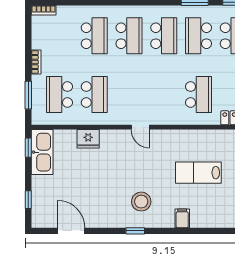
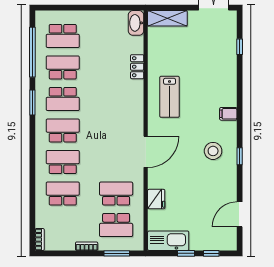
school desk: (199, 95) -> (116, 99), removed
door: (140, 127) -> (146, 152), width x1.88
window: (28, 148) -> (186, 253), moved
lab bench: (198, 173) -> (170, 97), moved

